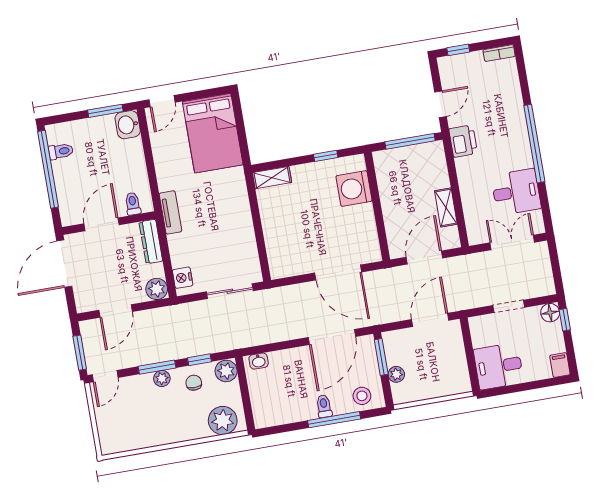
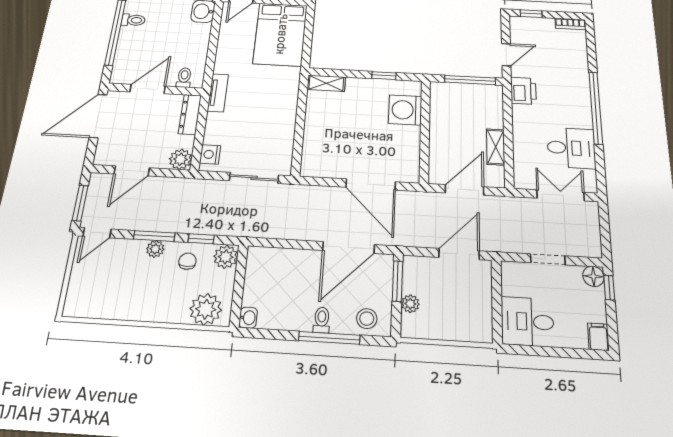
washbasin: (259, 361) -> (248, 318), moved, turned -90

